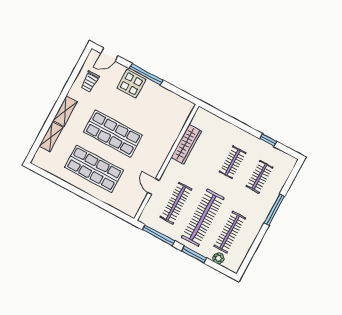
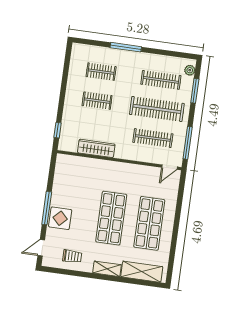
door: (109, 55) -> (41, 248), swing flipped
shelving: (51, 137) -> (142, 272), width x1.50, depth x1.33
window: (268, 140) -> (58, 130), moved
door: (154, 186) -> (169, 167), moved
window: (194, 254) -> (195, 91), moved
plant: (218, 258) -> (190, 70), moved

